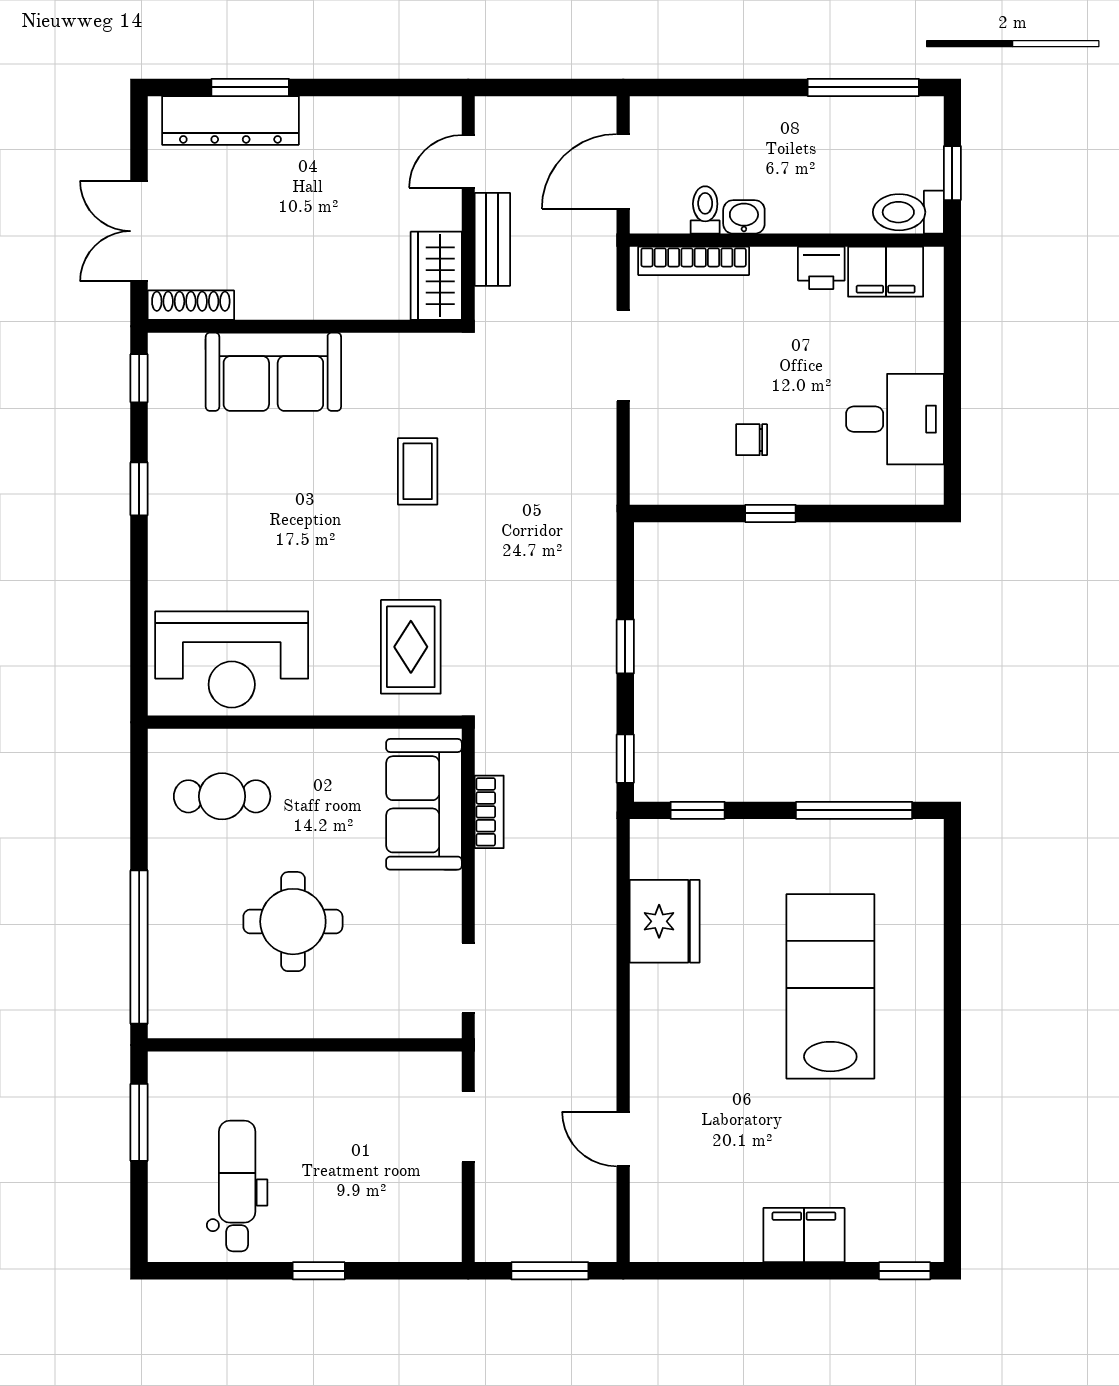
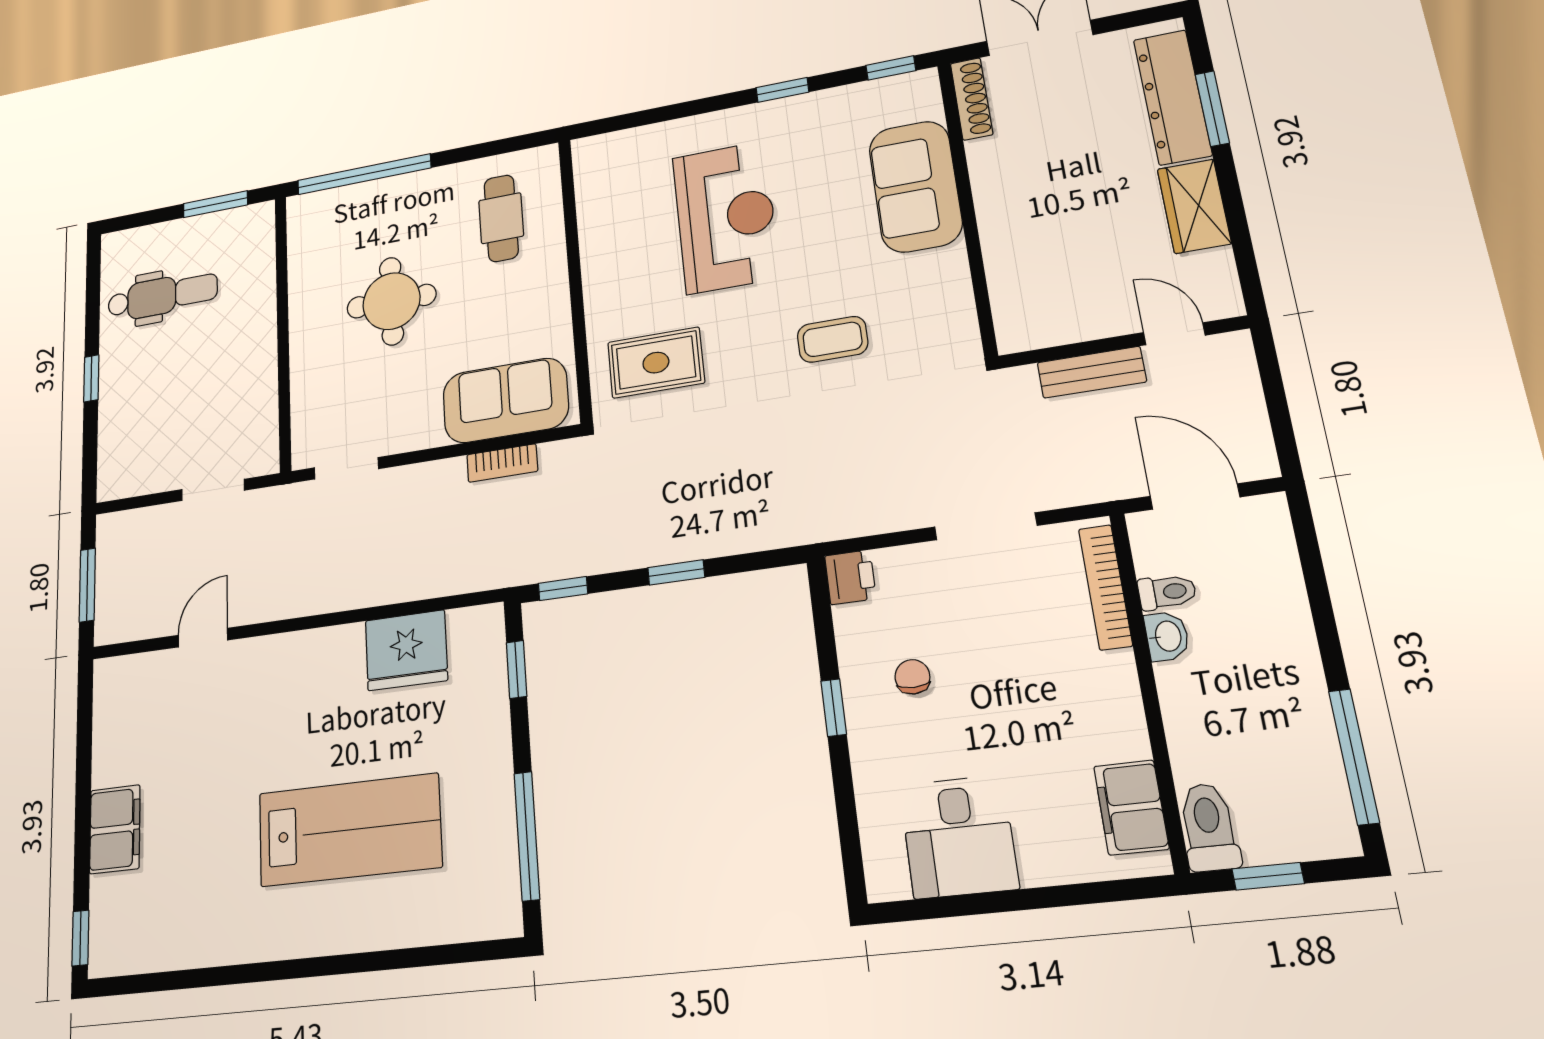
printer: (821, 268) -> (850, 577), moved, turned 180
wardrobe: (436, 276) -> (1194, 206), moved, turned -90
reception desk: (232, 659) -> (726, 217), moved, turned 180

